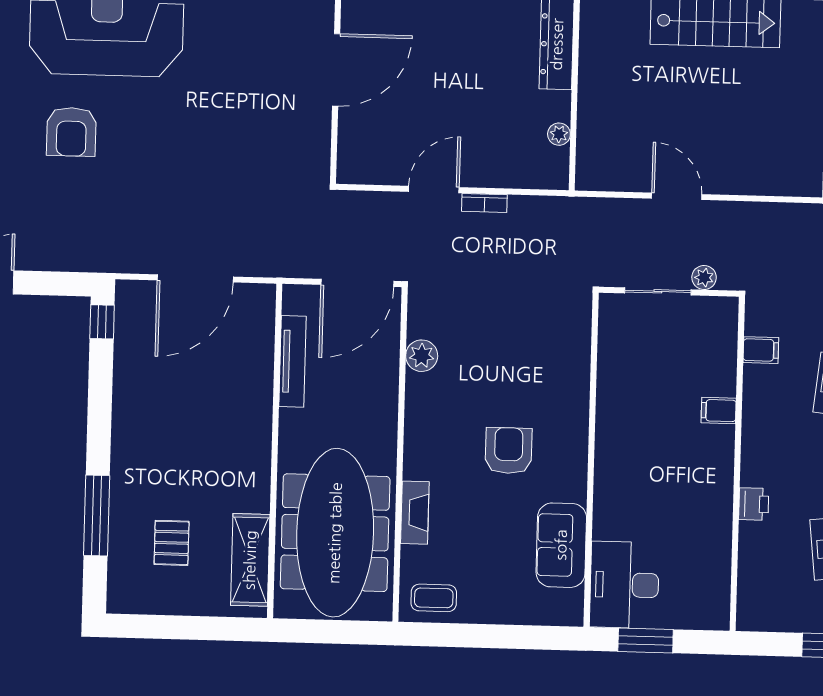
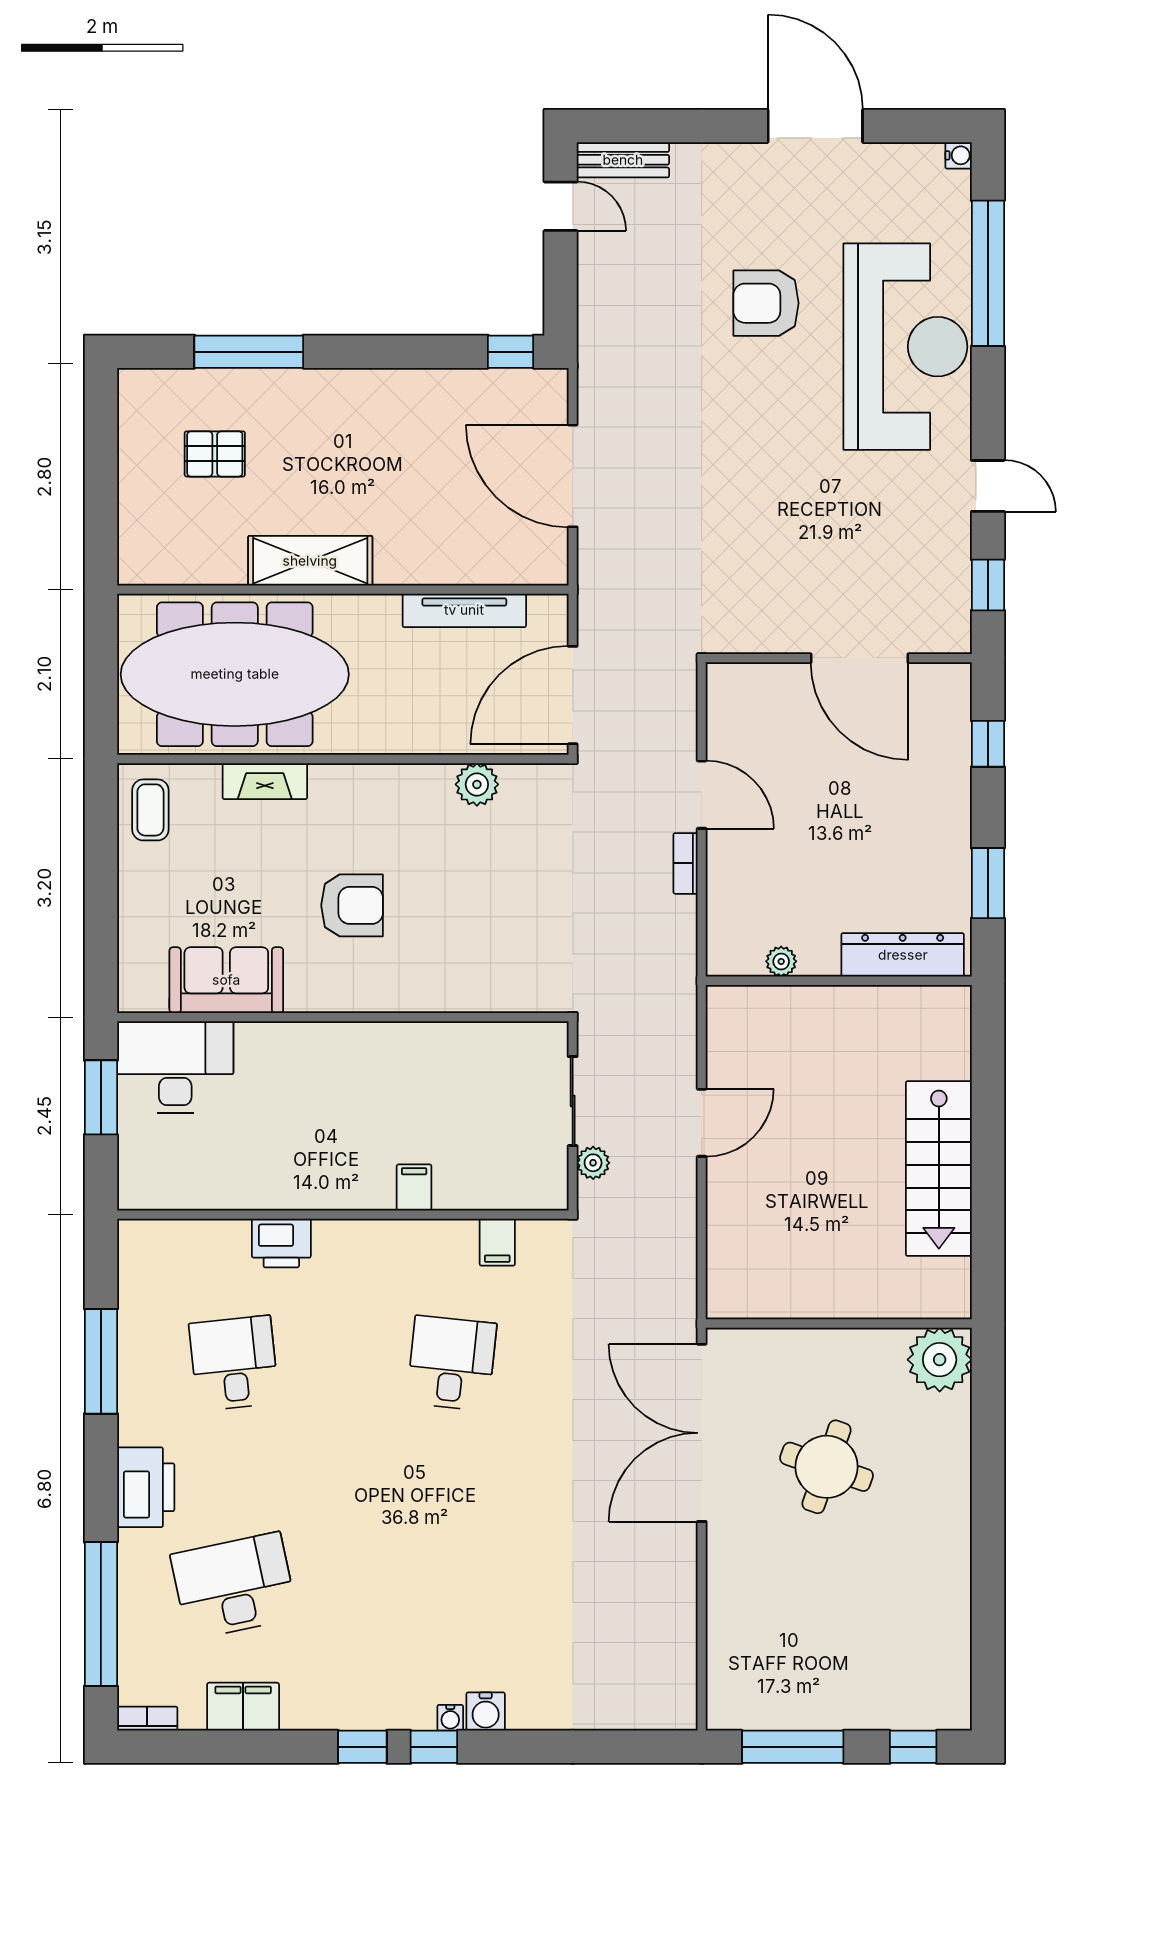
door: (357, 283) -> (573, 695), hinge flipped
printer: (754, 504) -> (281, 1243), width x1.36, depth x1.24
shelving: (250, 560) -> (310, 561), moved

